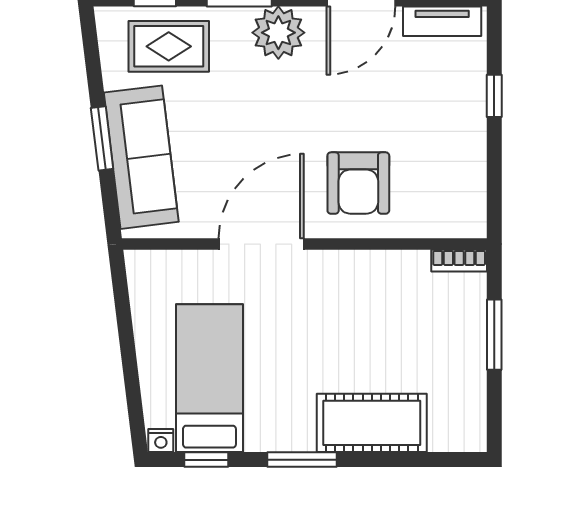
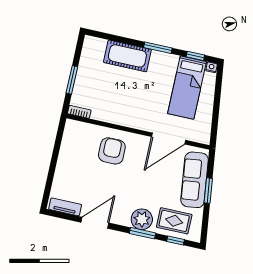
plant: (278, 33) -> (142, 219), moved
window: (494, 96) -> (51, 173), removed
door: (261, 244) -> (169, 138), moved

